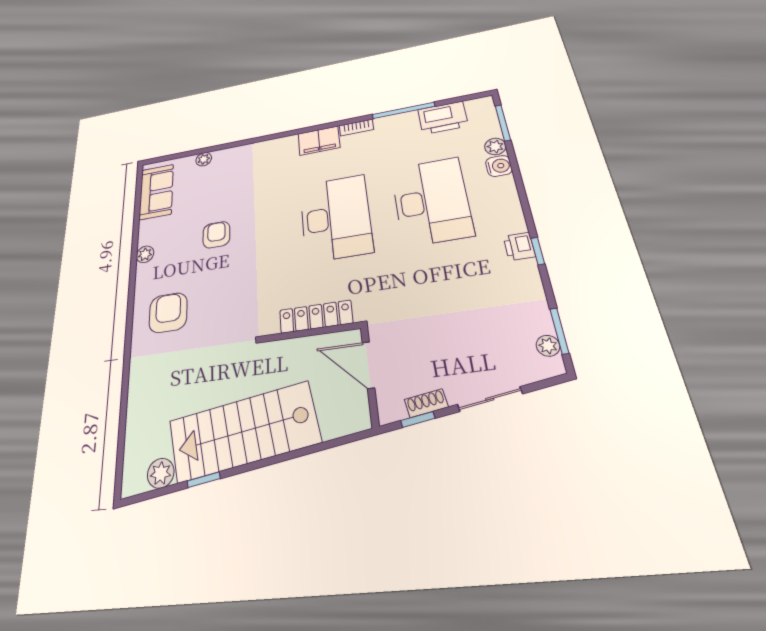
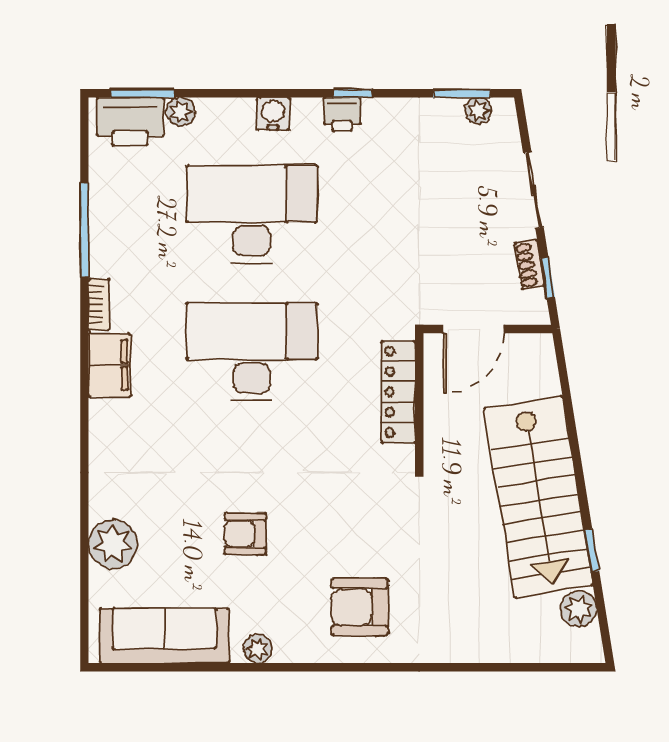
printer: (443, 118) -> (130, 122), moved, turned 90
plant: (204, 159) -> (113, 544), width x1.87, depth x1.87
water cooler: (499, 166) -> (273, 114), moved
sofa: (156, 192) -> (164, 636), width x1.36

